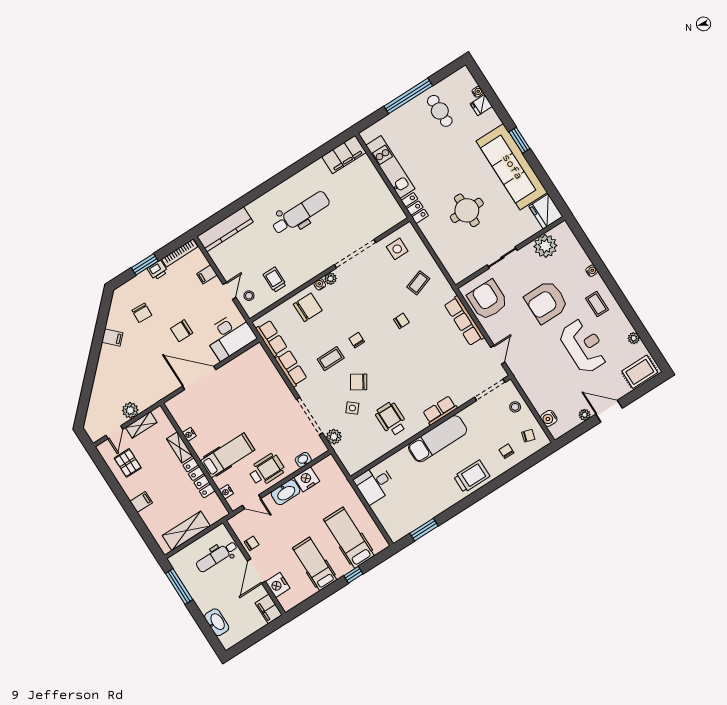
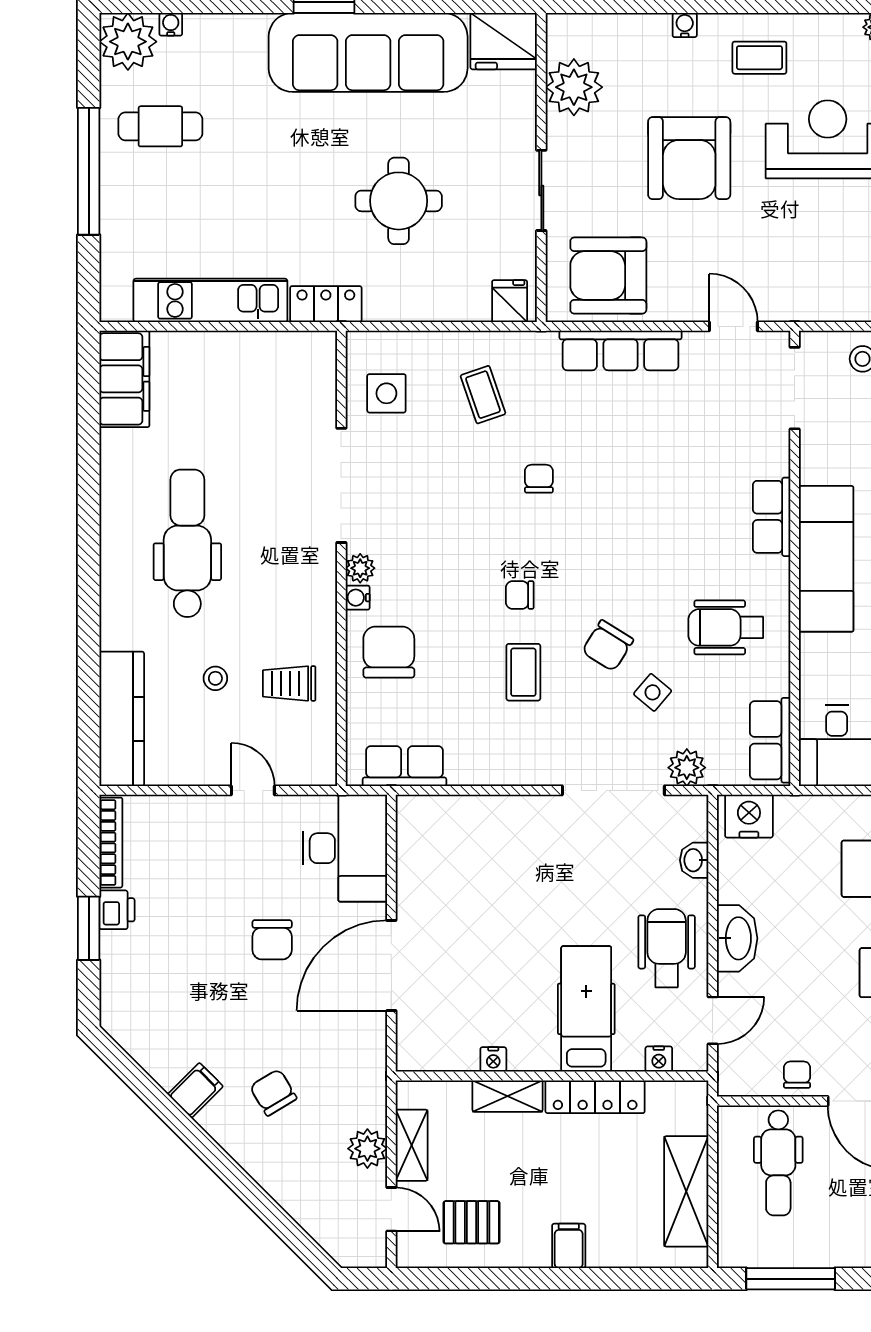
plant: (462, 81) -> (128, 42), added
fridge: (481, 105) -> (510, 301), moved, turned 180
filing cabinet: (207, 274) -> (190, 815), removed
stool: (249, 296) -> (215, 678), moved
chair: (142, 313) -> (273, 1092), moved, turned -124
row of seats: (291, 368) -> (770, 740), moved, turned -90
nightstand: (307, 479) -> (749, 816), moved, turned 90

